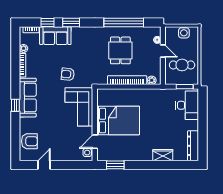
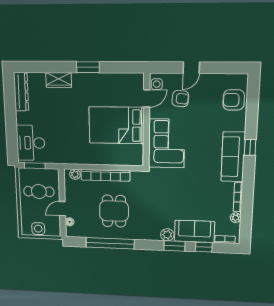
plant: (77, 32) -> (167, 235), added
door: (163, 51) -> (62, 209), hinge flipped
armchair: (68, 74) -> (180, 99), moved
door: (44, 165) -> (191, 68), moved
window: (115, 165) -> (88, 67), moved

